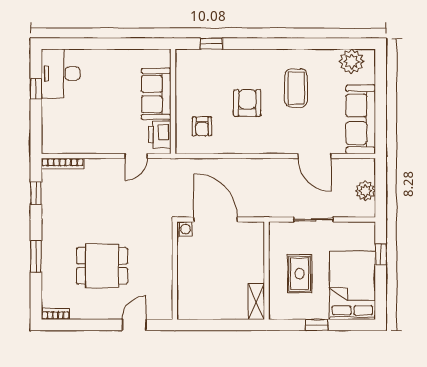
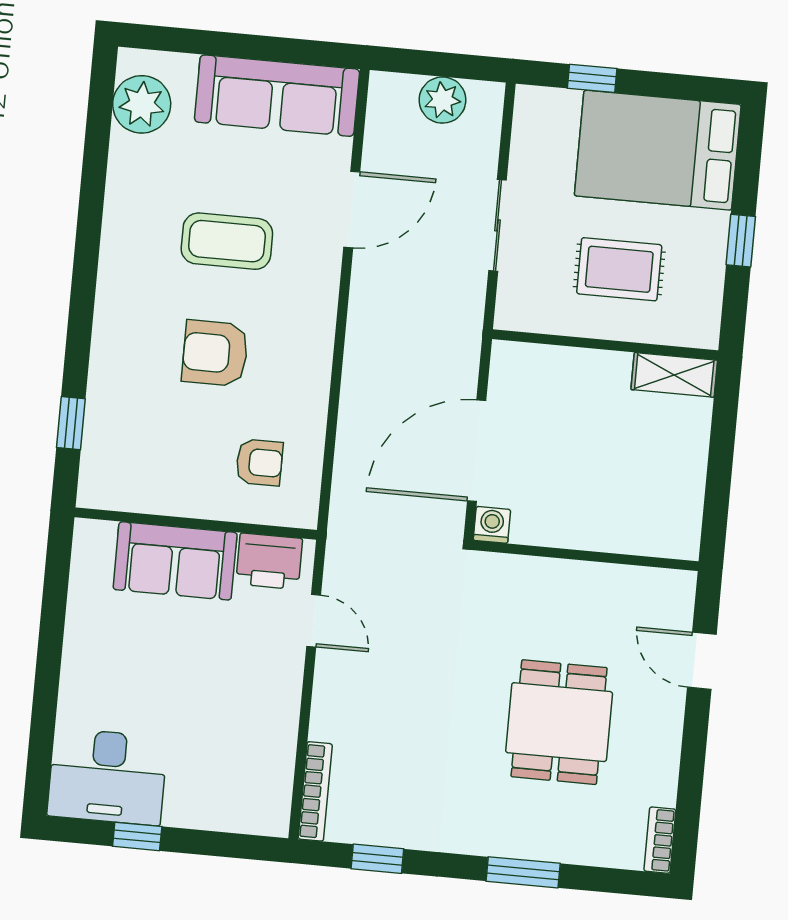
coffee table: (296, 88) -> (227, 241), moved

